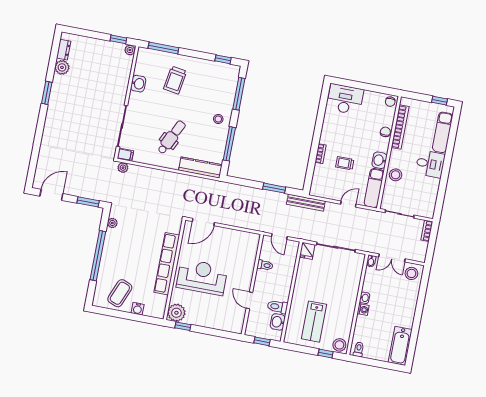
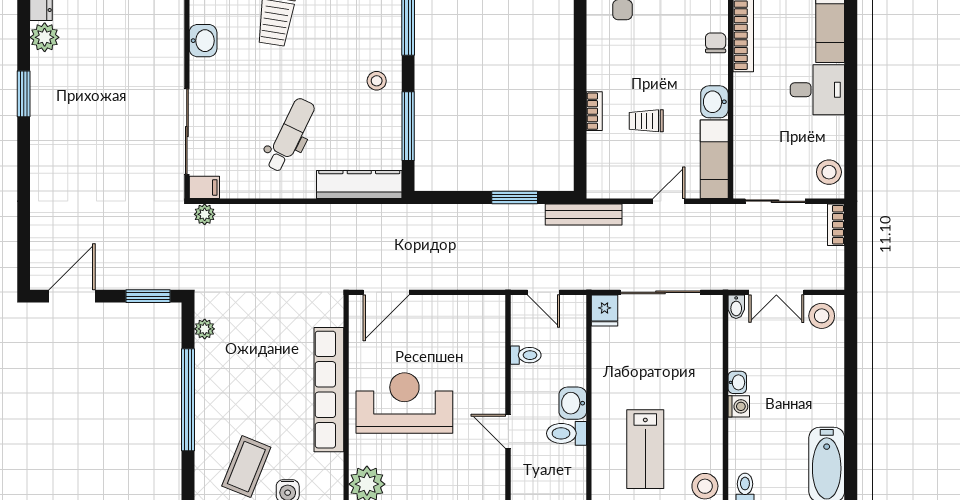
stool: (396, 175) -> (829, 172), moved
washbasin: (278, 322) -> (573, 403), moved

